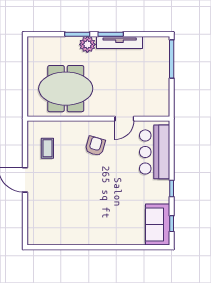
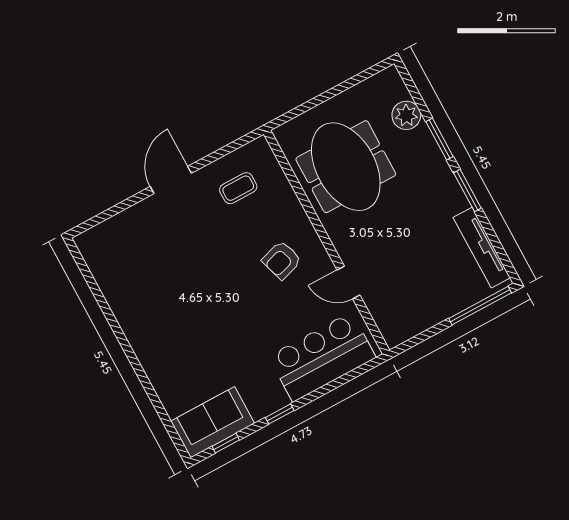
tv unit: (120, 42) -> (482, 248), moved
plant: (87, 44) -> (406, 115), moved
armchair: (95, 146) -> (282, 260), turned 147

